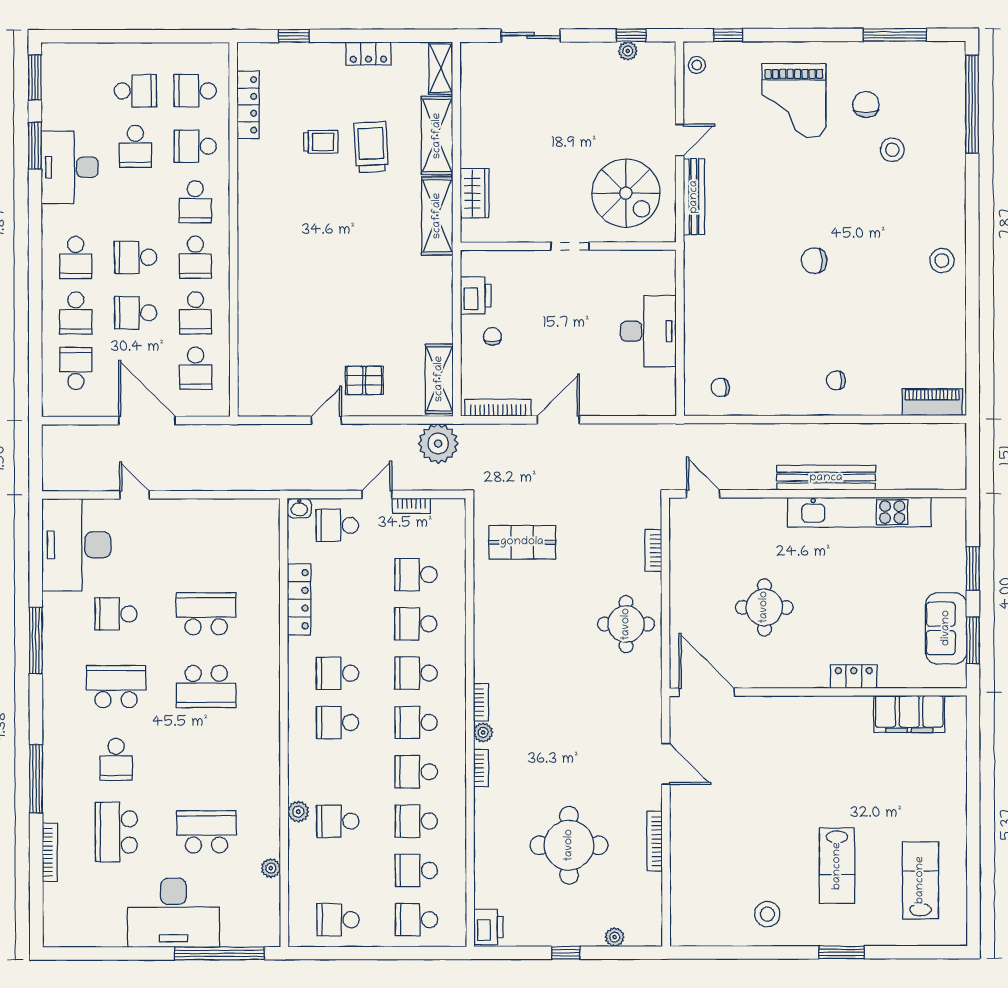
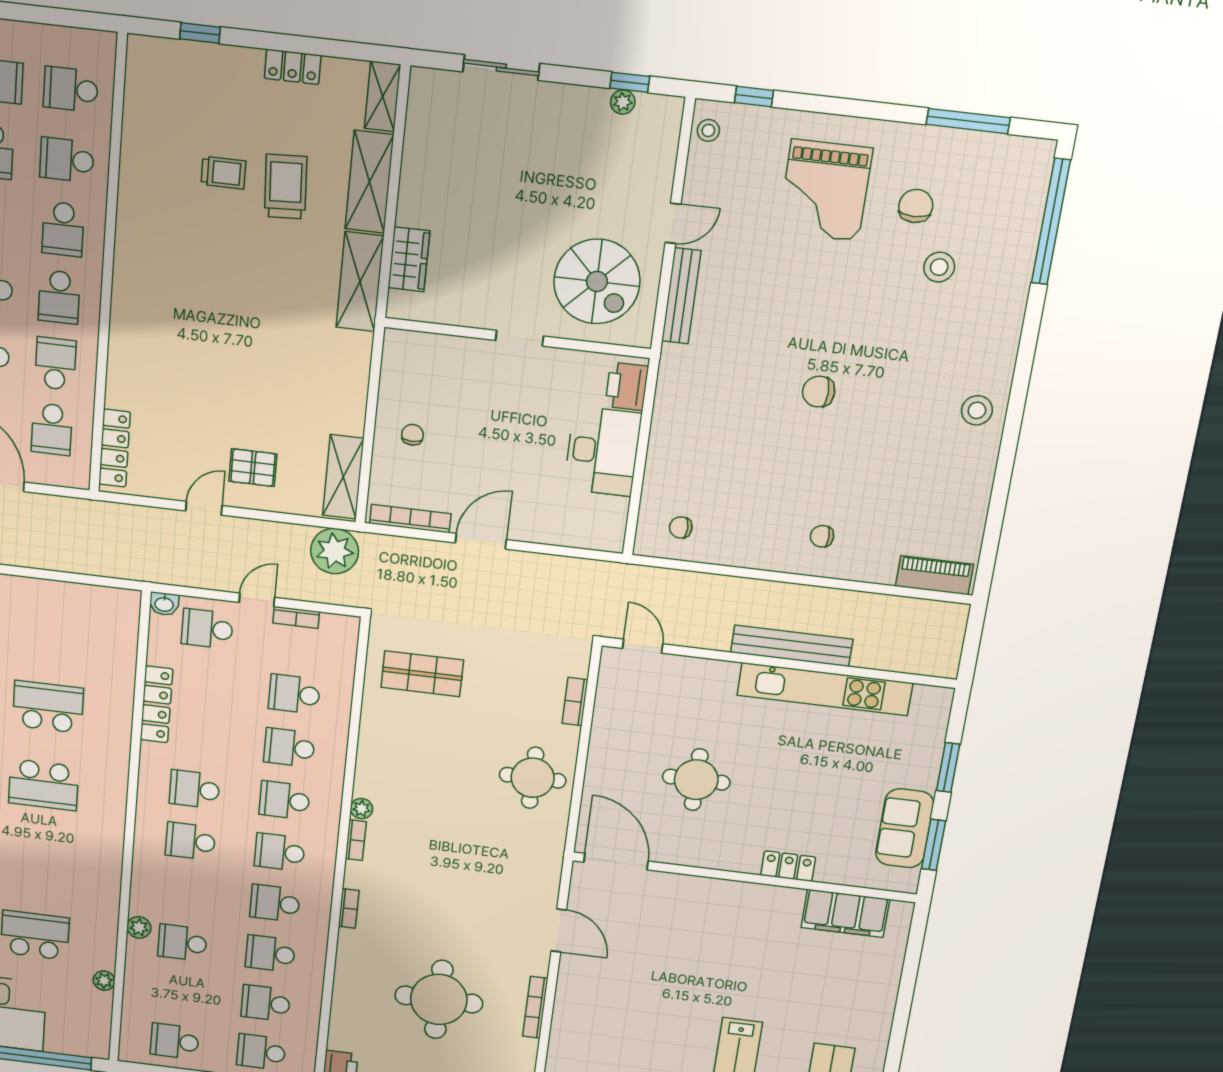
locker: (248, 105) -> (115, 448), moved
printer: (476, 295) -> (627, 386), moved, turned 180
school desk: (196, 313) -> (55, 364), turned 180
plant: (483, 732) -> (361, 809), moved

